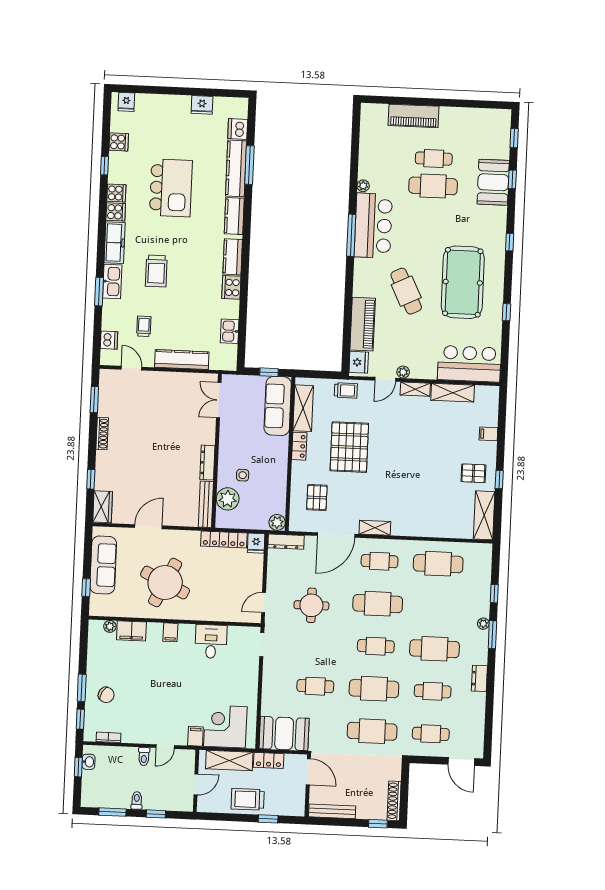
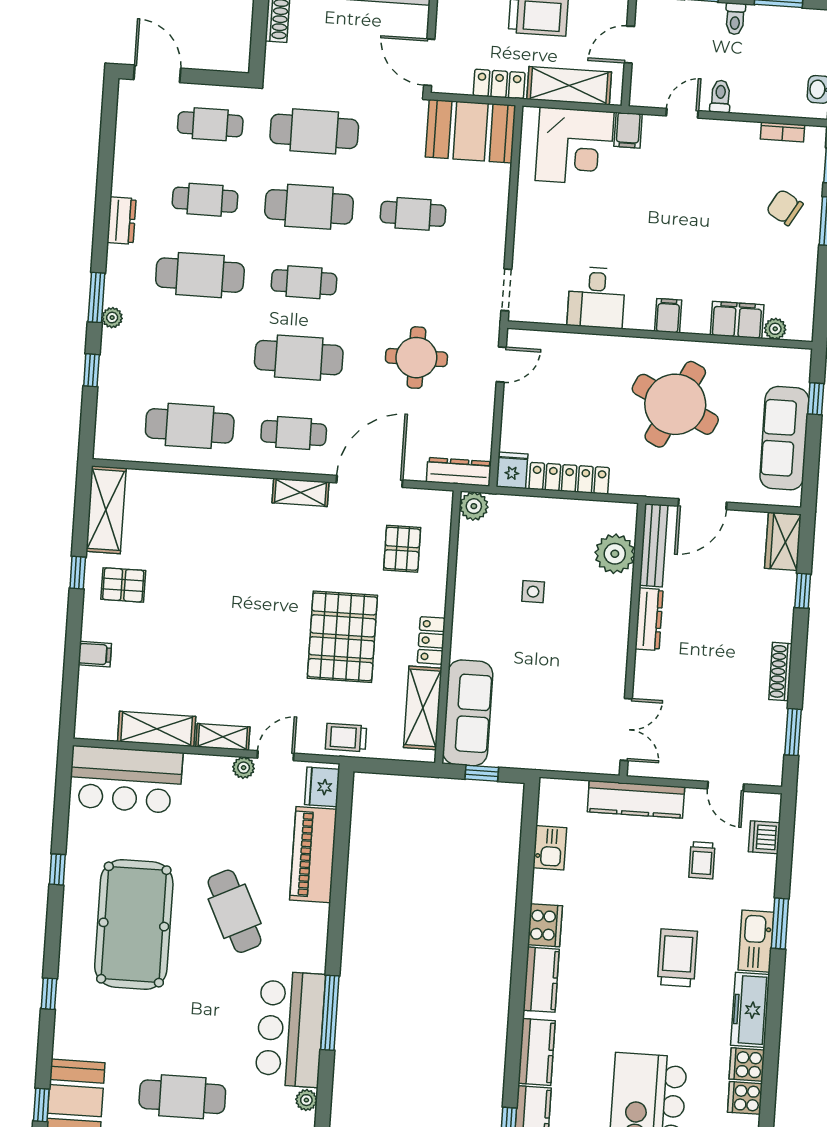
double door: (219, 400) -> (626, 729), moved
wall: (217, 451) -> (632, 640), moved
dresser: (207, 463) -> (649, 619), moved
plant: (228, 499) -> (615, 554), moved
bench: (206, 504) -> (654, 545), moved

